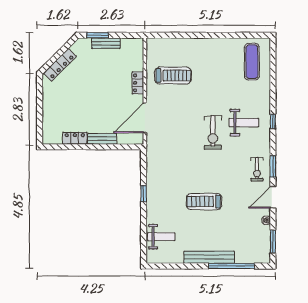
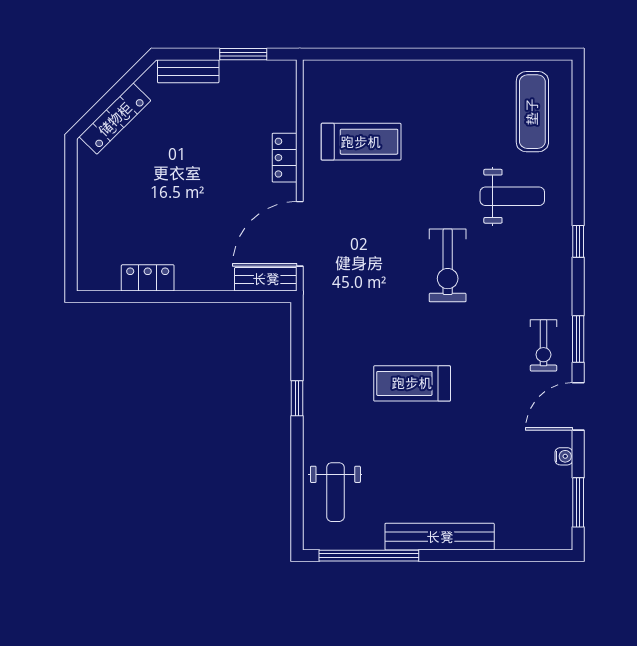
window: (97, 35) -> (243, 54), moved
bench: (106, 43) -> (188, 71), moved
weight bench: (244, 123) -> (512, 196), moved
bench: (102, 139) -> (266, 279), moved
treadmill: (204, 201) -> (412, 383), moved
weight bench: (161, 237) -> (335, 492), turned 90
window: (232, 266) -> (369, 556), moved

